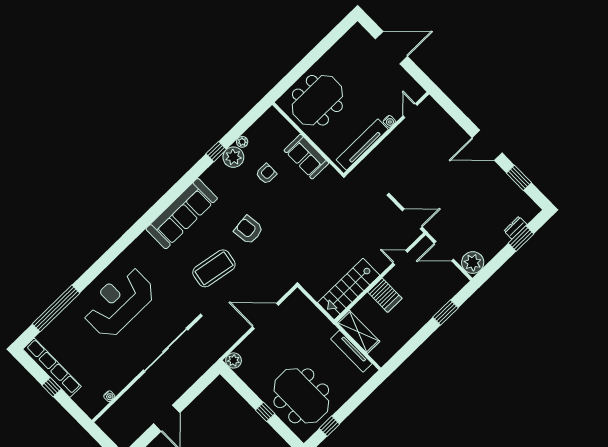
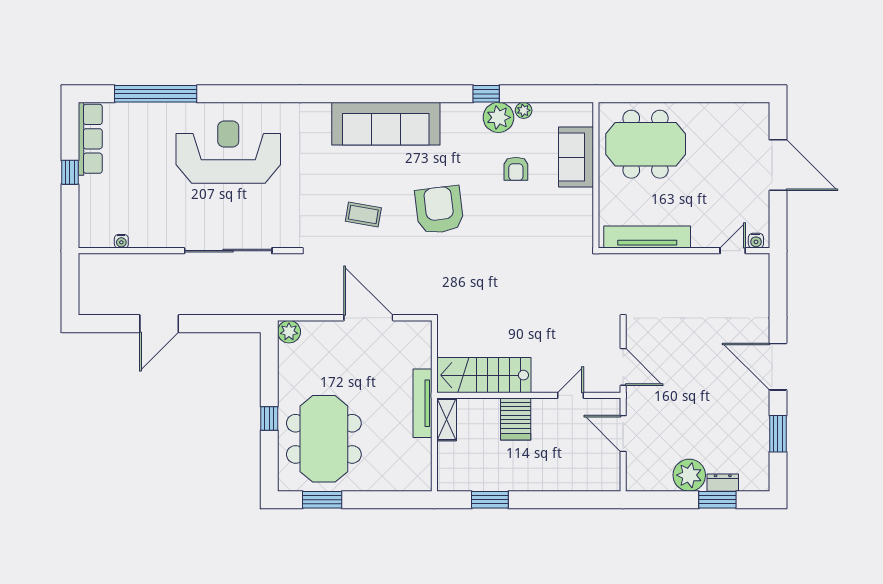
water cooler: (389, 121) -> (756, 241), moved
sofa: (306, 157) -> (576, 157), moved
armchair: (266, 174) -> (516, 169), turned 90
armchair: (249, 230) -> (439, 210), width x1.36, depth x1.36
door: (400, 258) -> (571, 395), hinge flipped
plant: (473, 263) -> (689, 475), moved
coffee table: (214, 268) -> (363, 215), width x0.54, depth x0.58
window: (445, 312) -> (490, 500), moved
shelving: (358, 332) -> (447, 419), width x0.67, depth x0.75
tv unit: (351, 351) -> (423, 403), moved
row of seats: (52, 368) -> (90, 139), width x0.73
window: (329, 426) -> (322, 500), width x1.50

